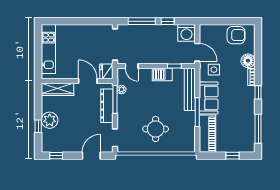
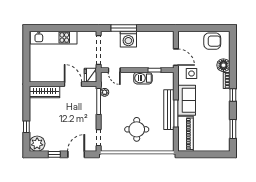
window: (168, 21) -> (148, 28), removed
washing machine: (187, 33) -> (128, 39), moved
kitchen unit: (48, 49) -> (54, 38), moved, turned 90
bench: (190, 89) -> (169, 110), moved
dresser: (107, 106) -> (91, 107), removed
plant: (50, 120) -> (37, 144), moved
window: (258, 129) -> (233, 129), width x0.69
window: (56, 156) -> (54, 154), moved
window: (233, 156) -> (209, 154), removed

